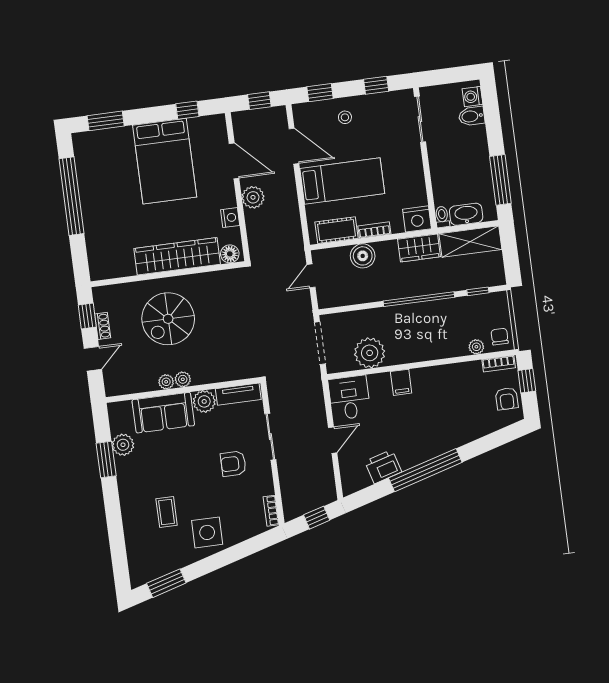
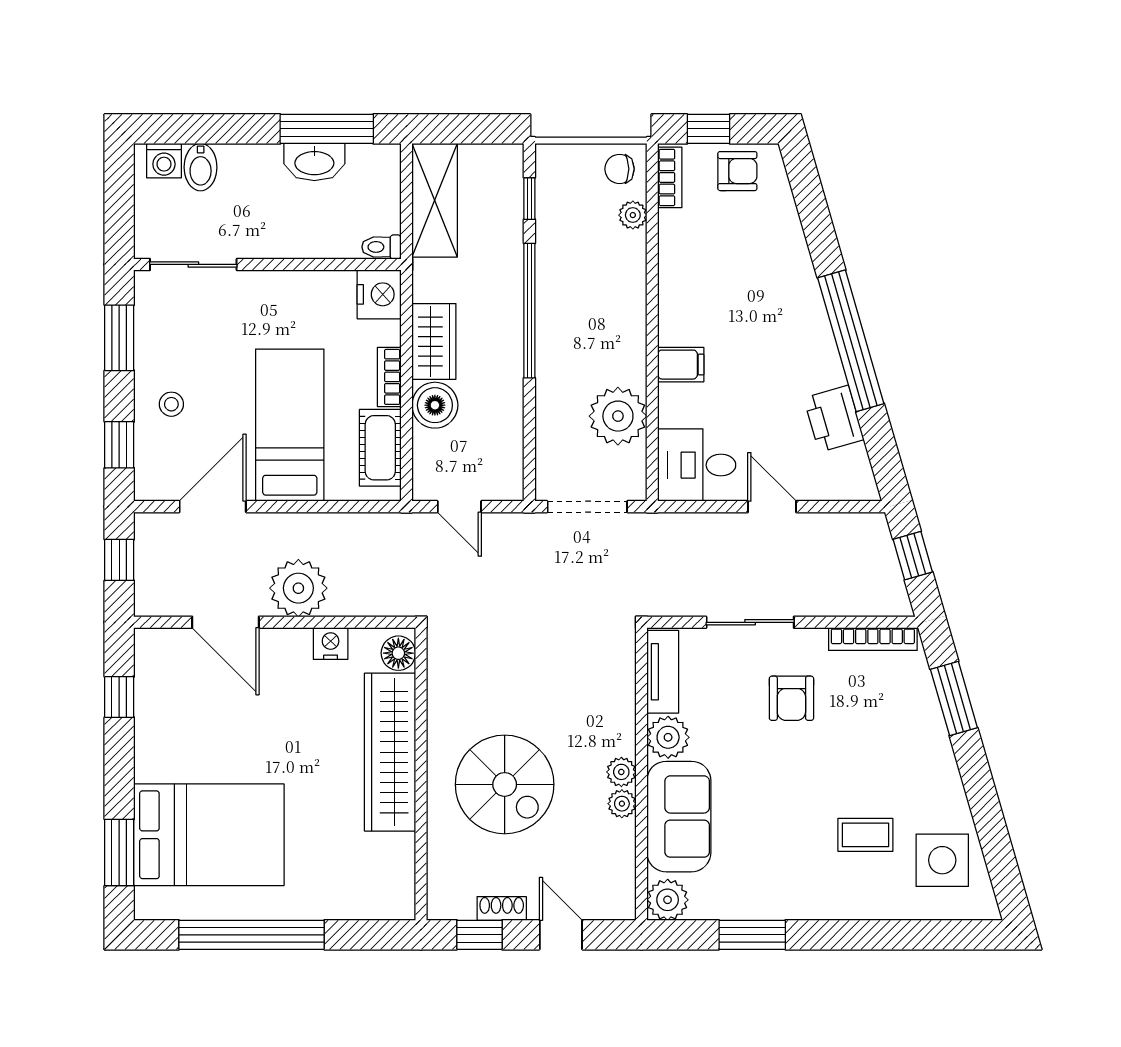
window: (376, 85) -> (119, 338), width x1.50
bed: (165, 161) -> (209, 835), moved
door: (234, 161) -> (225, 622), swing flipped
plant: (253, 197) -> (298, 588), width x1.36, depth x1.36
washbasin: (466, 214) -> (314, 162), moved, turned -90
wardrobe: (419, 248) -> (434, 341), moved
plant: (123, 445) -> (668, 900), moved
bookcase: (271, 511) -> (873, 639), width x1.56
side table: (207, 532) -> (942, 860), moved
window: (166, 583) -> (954, 698), moved

